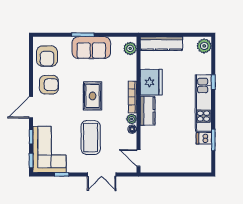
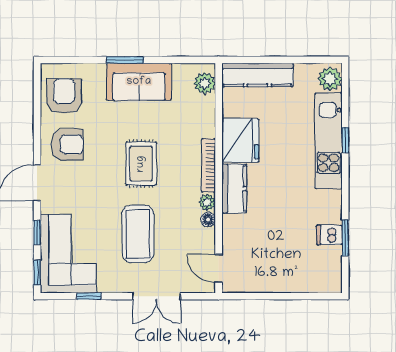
armchair: (47, 56) -> (64, 96), turned 180
kitchen unit: (203, 103) -> (329, 141), moved

